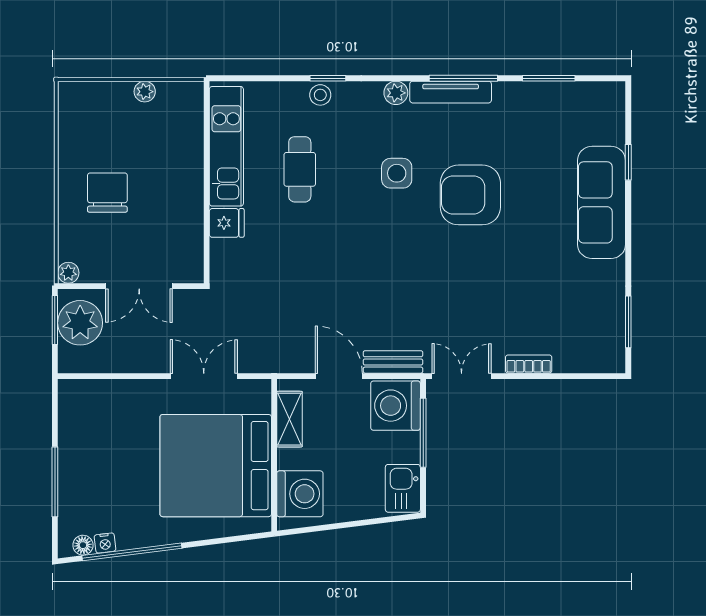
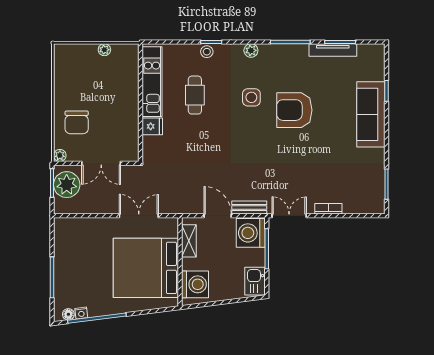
tv unit: (451, 92) -> (333, 50), moved
chair: (107, 193) -> (77, 122), moved, turned 180

